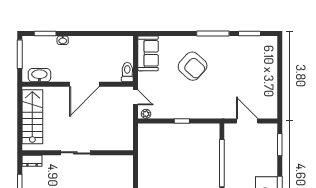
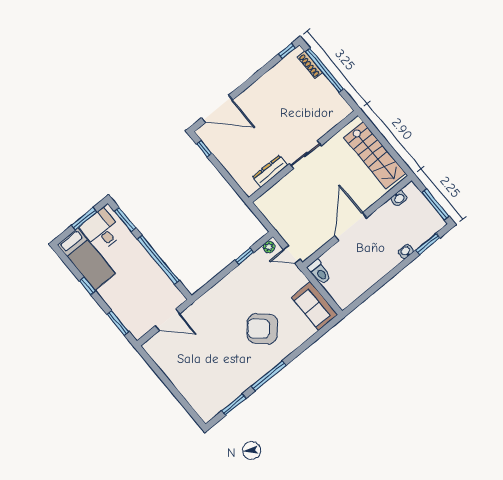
washbasin: (39, 75) -> (399, 198), width x0.52, depth x0.69
window: (182, 121) -> (244, 256), moved
dresser: (32, 161) -> (270, 171), moved, width x1.44

